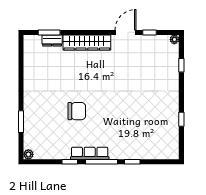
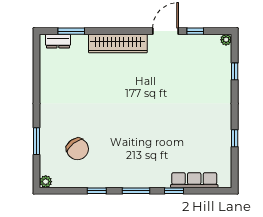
dresser: (52, 41) -> (58, 41), moved
chair: (77, 111) -> (77, 149), moved, turned 53
row of seats: (90, 153) -> (194, 180), moved
window: (101, 162) -> (136, 191), width x0.69

